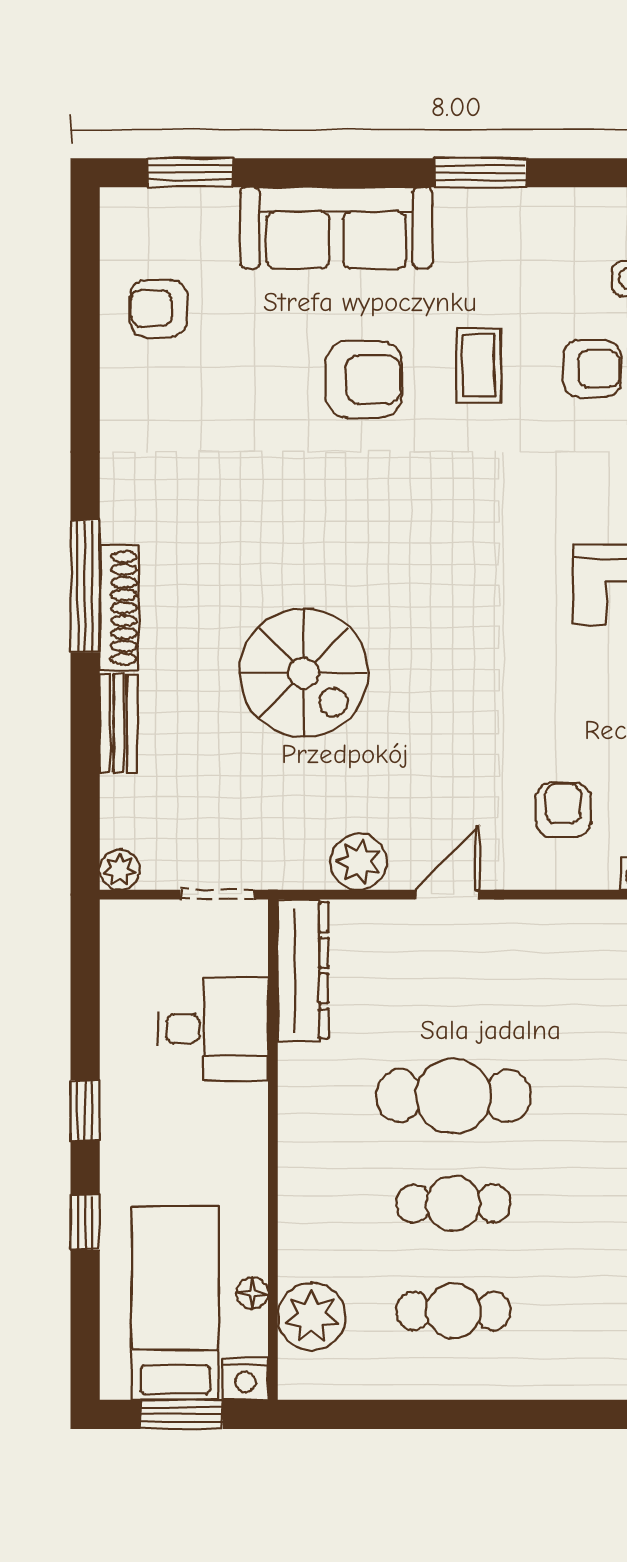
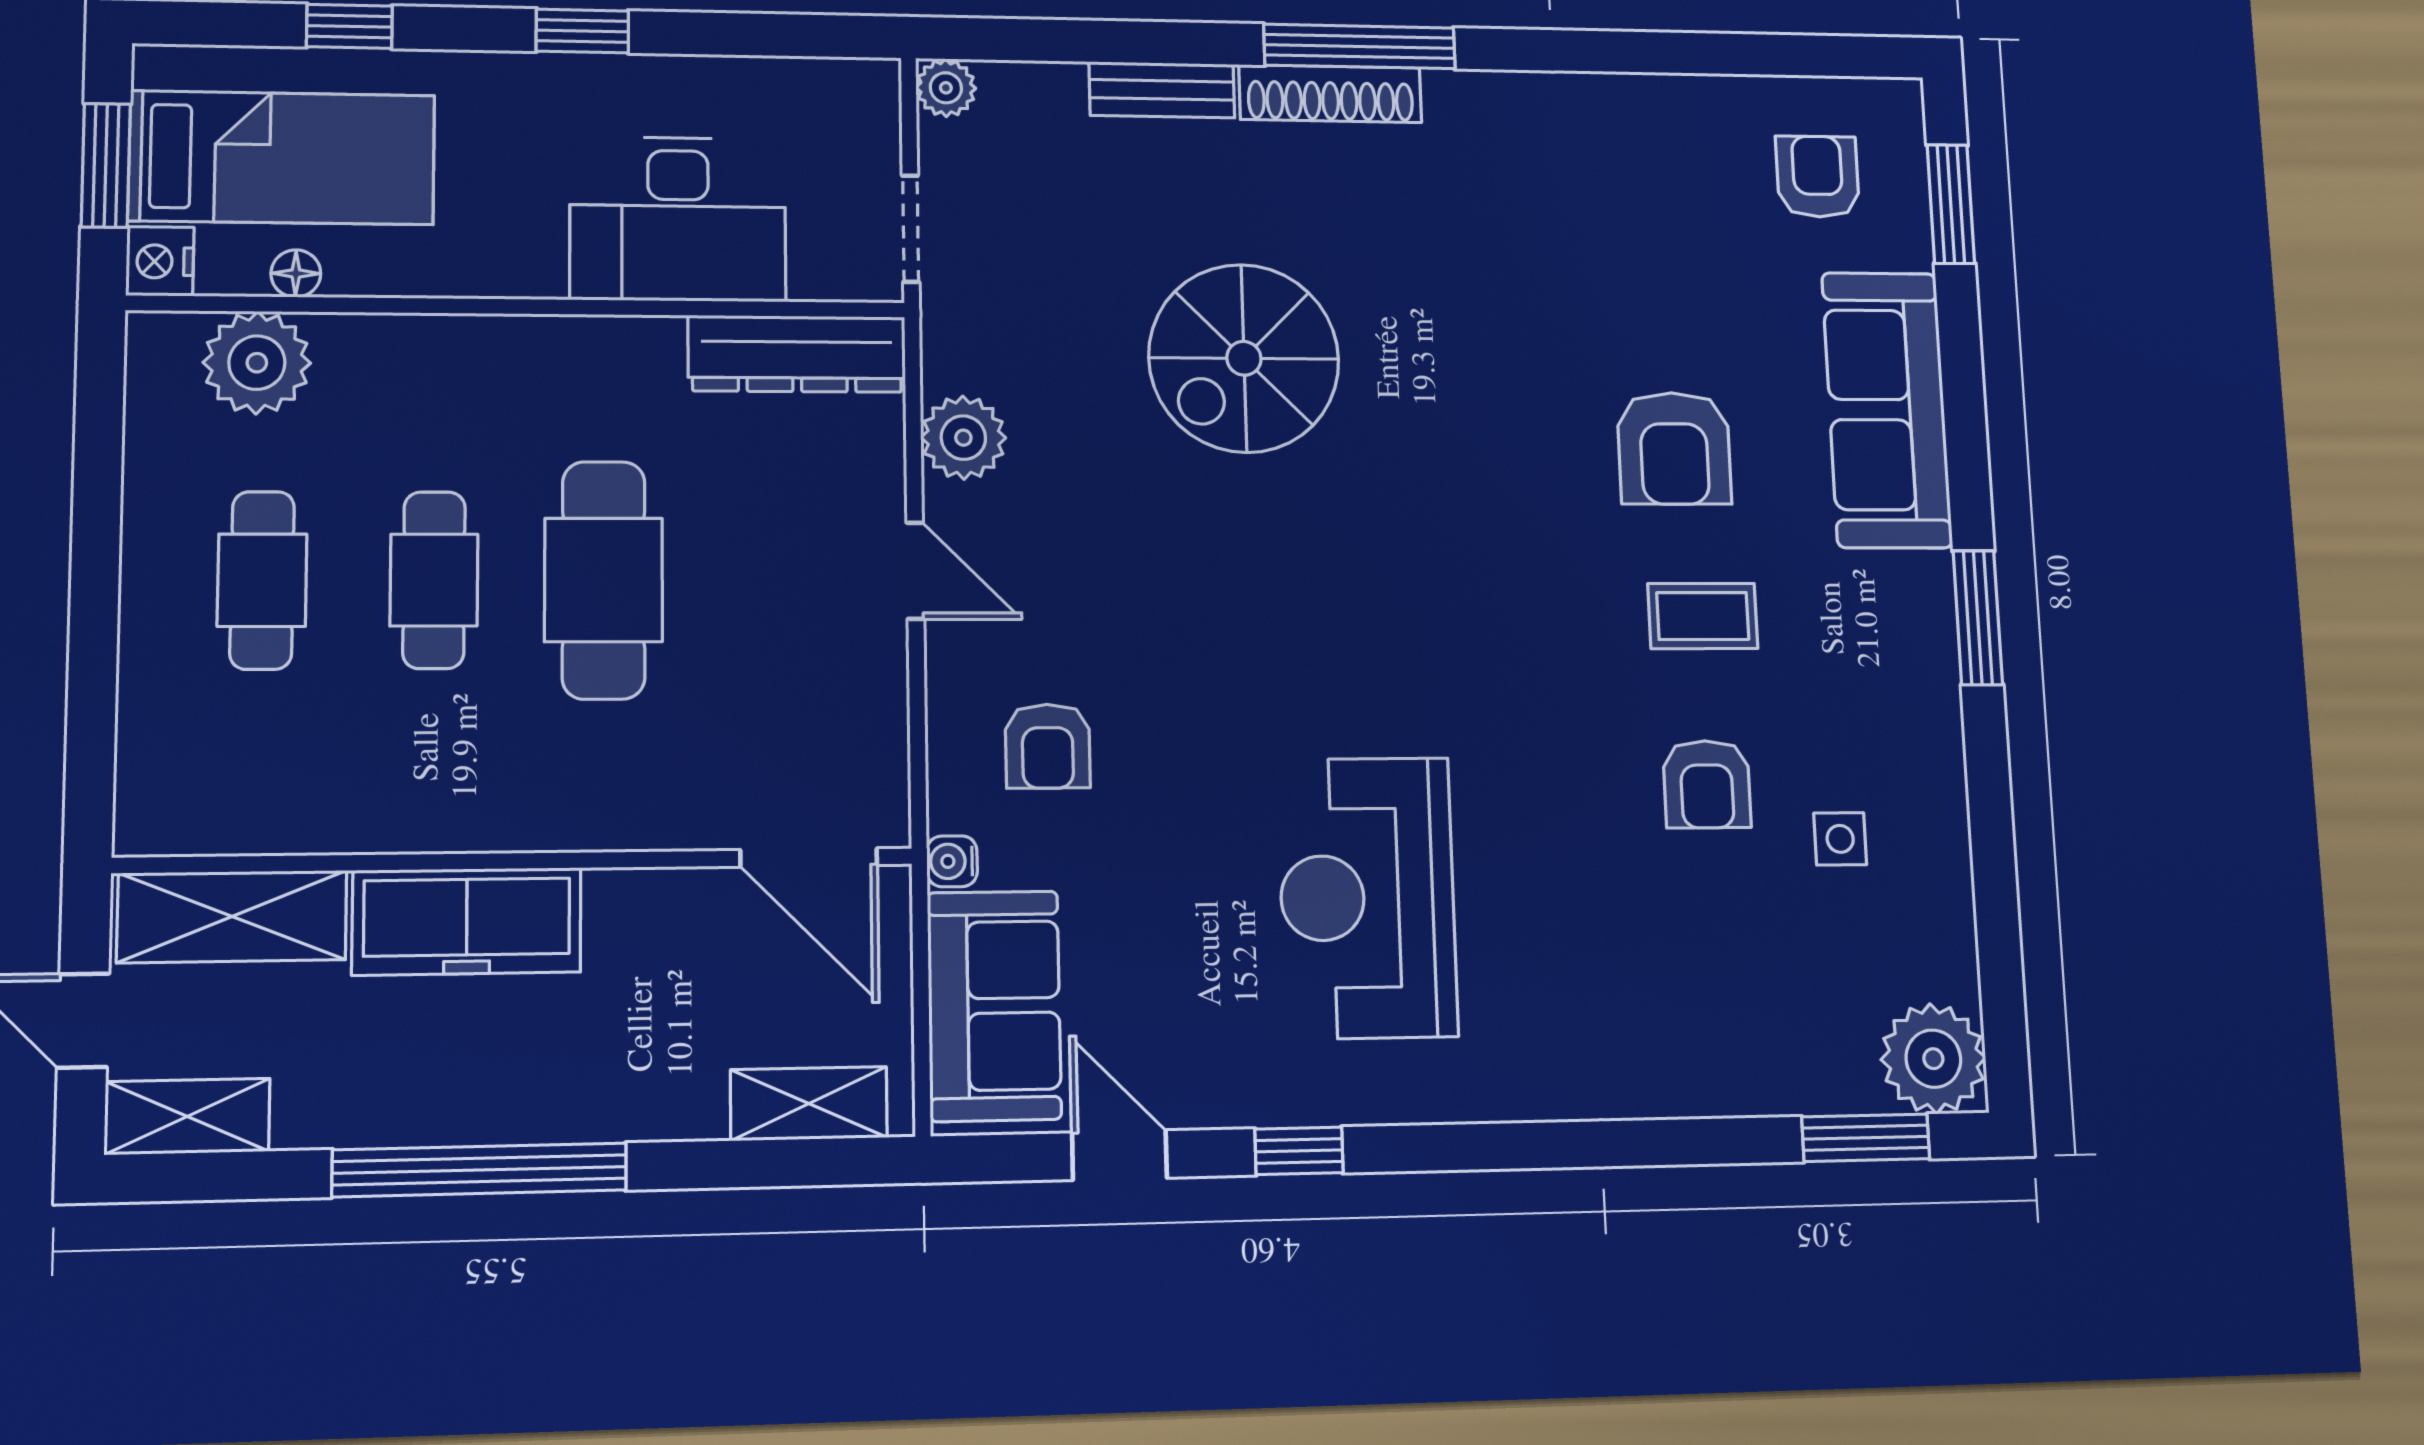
armchair: (158, 309) -> (1818, 177), moved
armchair: (563, 810) -> (1048, 746), turned 90
desk: (213, 1029) -> (678, 219), width x1.37
window: (85, 1222) -> (349, 26), moved

